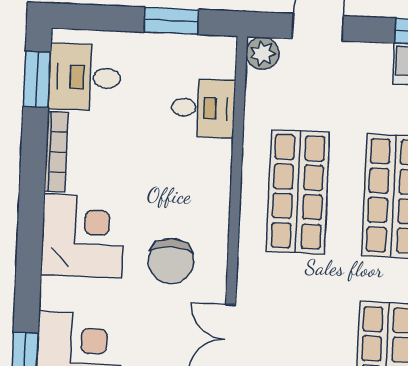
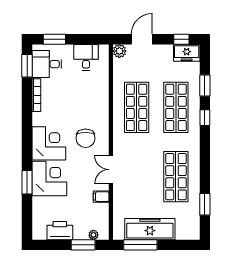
window: (171, 21) -> (54, 39), moved
desk: (203, 108) -> (86, 57), moved, turned -90
corner desk: (83, 236) -> (49, 143), moved

